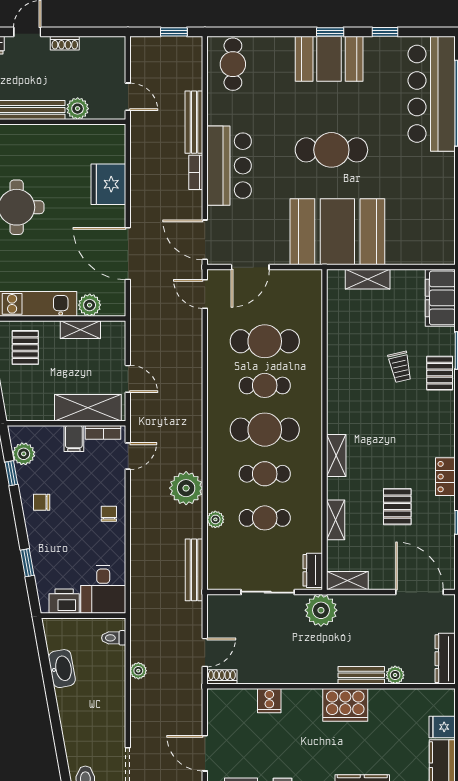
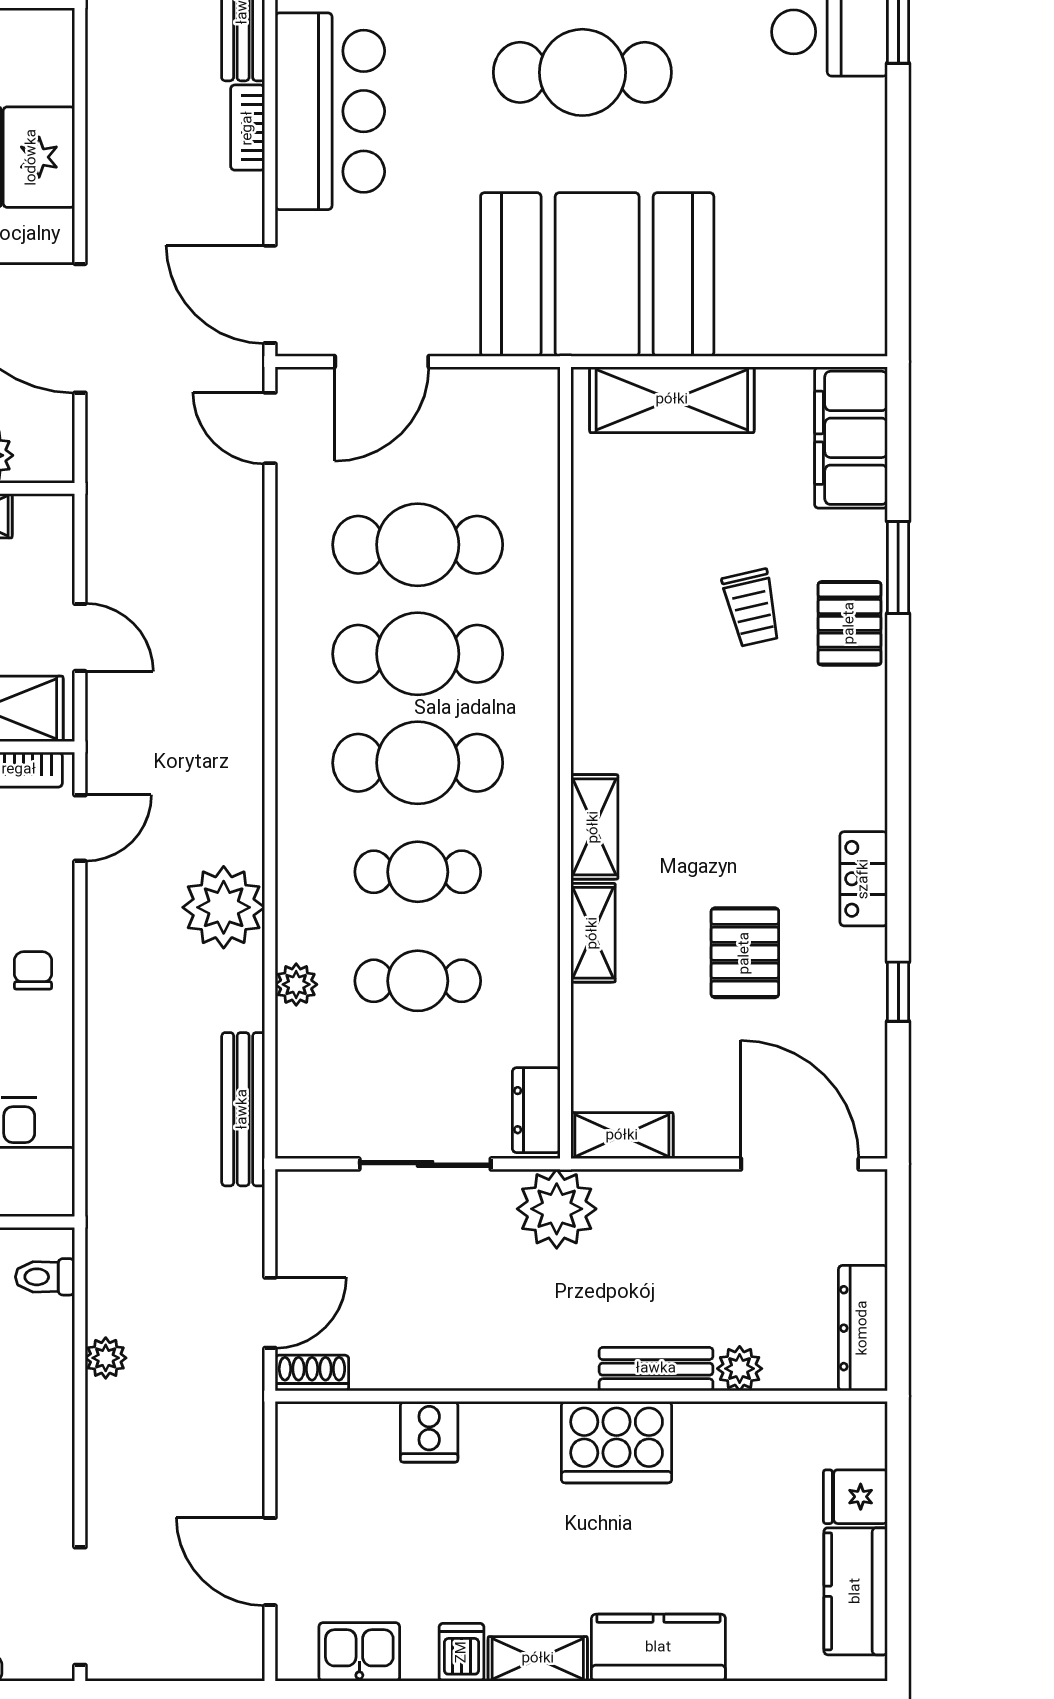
shelving: (368, 279) -> (672, 400), width x1.50, depth x1.33
cafe table: (265, 385) -> (418, 654), width x1.37, depth x1.35
shelving: (336, 520) -> (593, 933), moved

